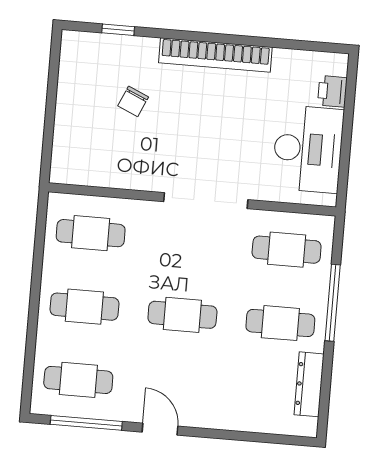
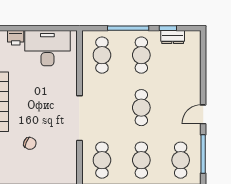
doorway: (206, 201) -> (79, 118), moved
window: (326, 377) -> (168, 28), added
dresser: (309, 384) -> (173, 37), width x0.70

